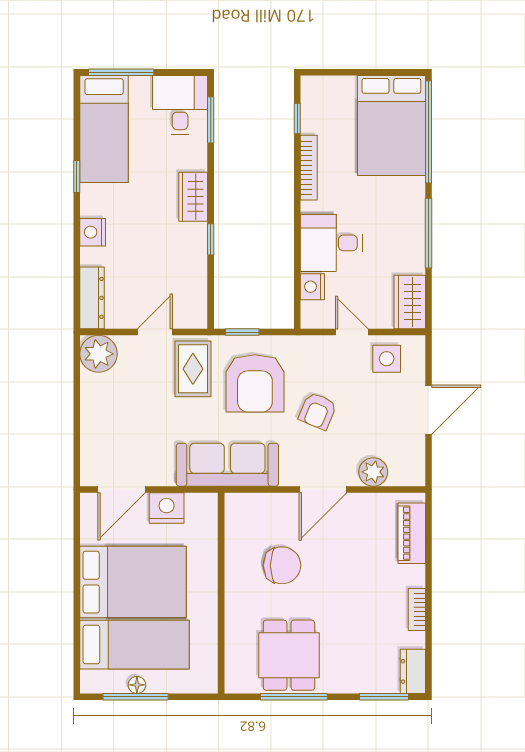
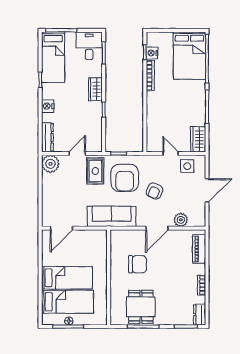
desk: (331, 243) -> (161, 111), removed
nightstand: (312, 287) -> (152, 53), moved
nightstand: (167, 508) -> (83, 237), removed
bed: (133, 582) -> (67, 278), width x0.67

